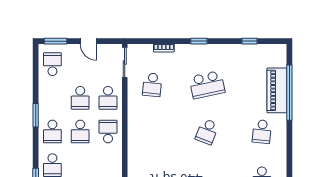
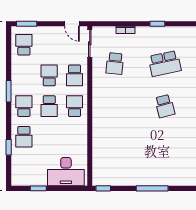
door: (88, 41) -> (72, 24), moved
school desk: (80, 98) -> (49, 75), turned 180
school desk: (52, 132) -> (24, 106), turned 180
school desk: (207, 132) -> (165, 106), turned -36

